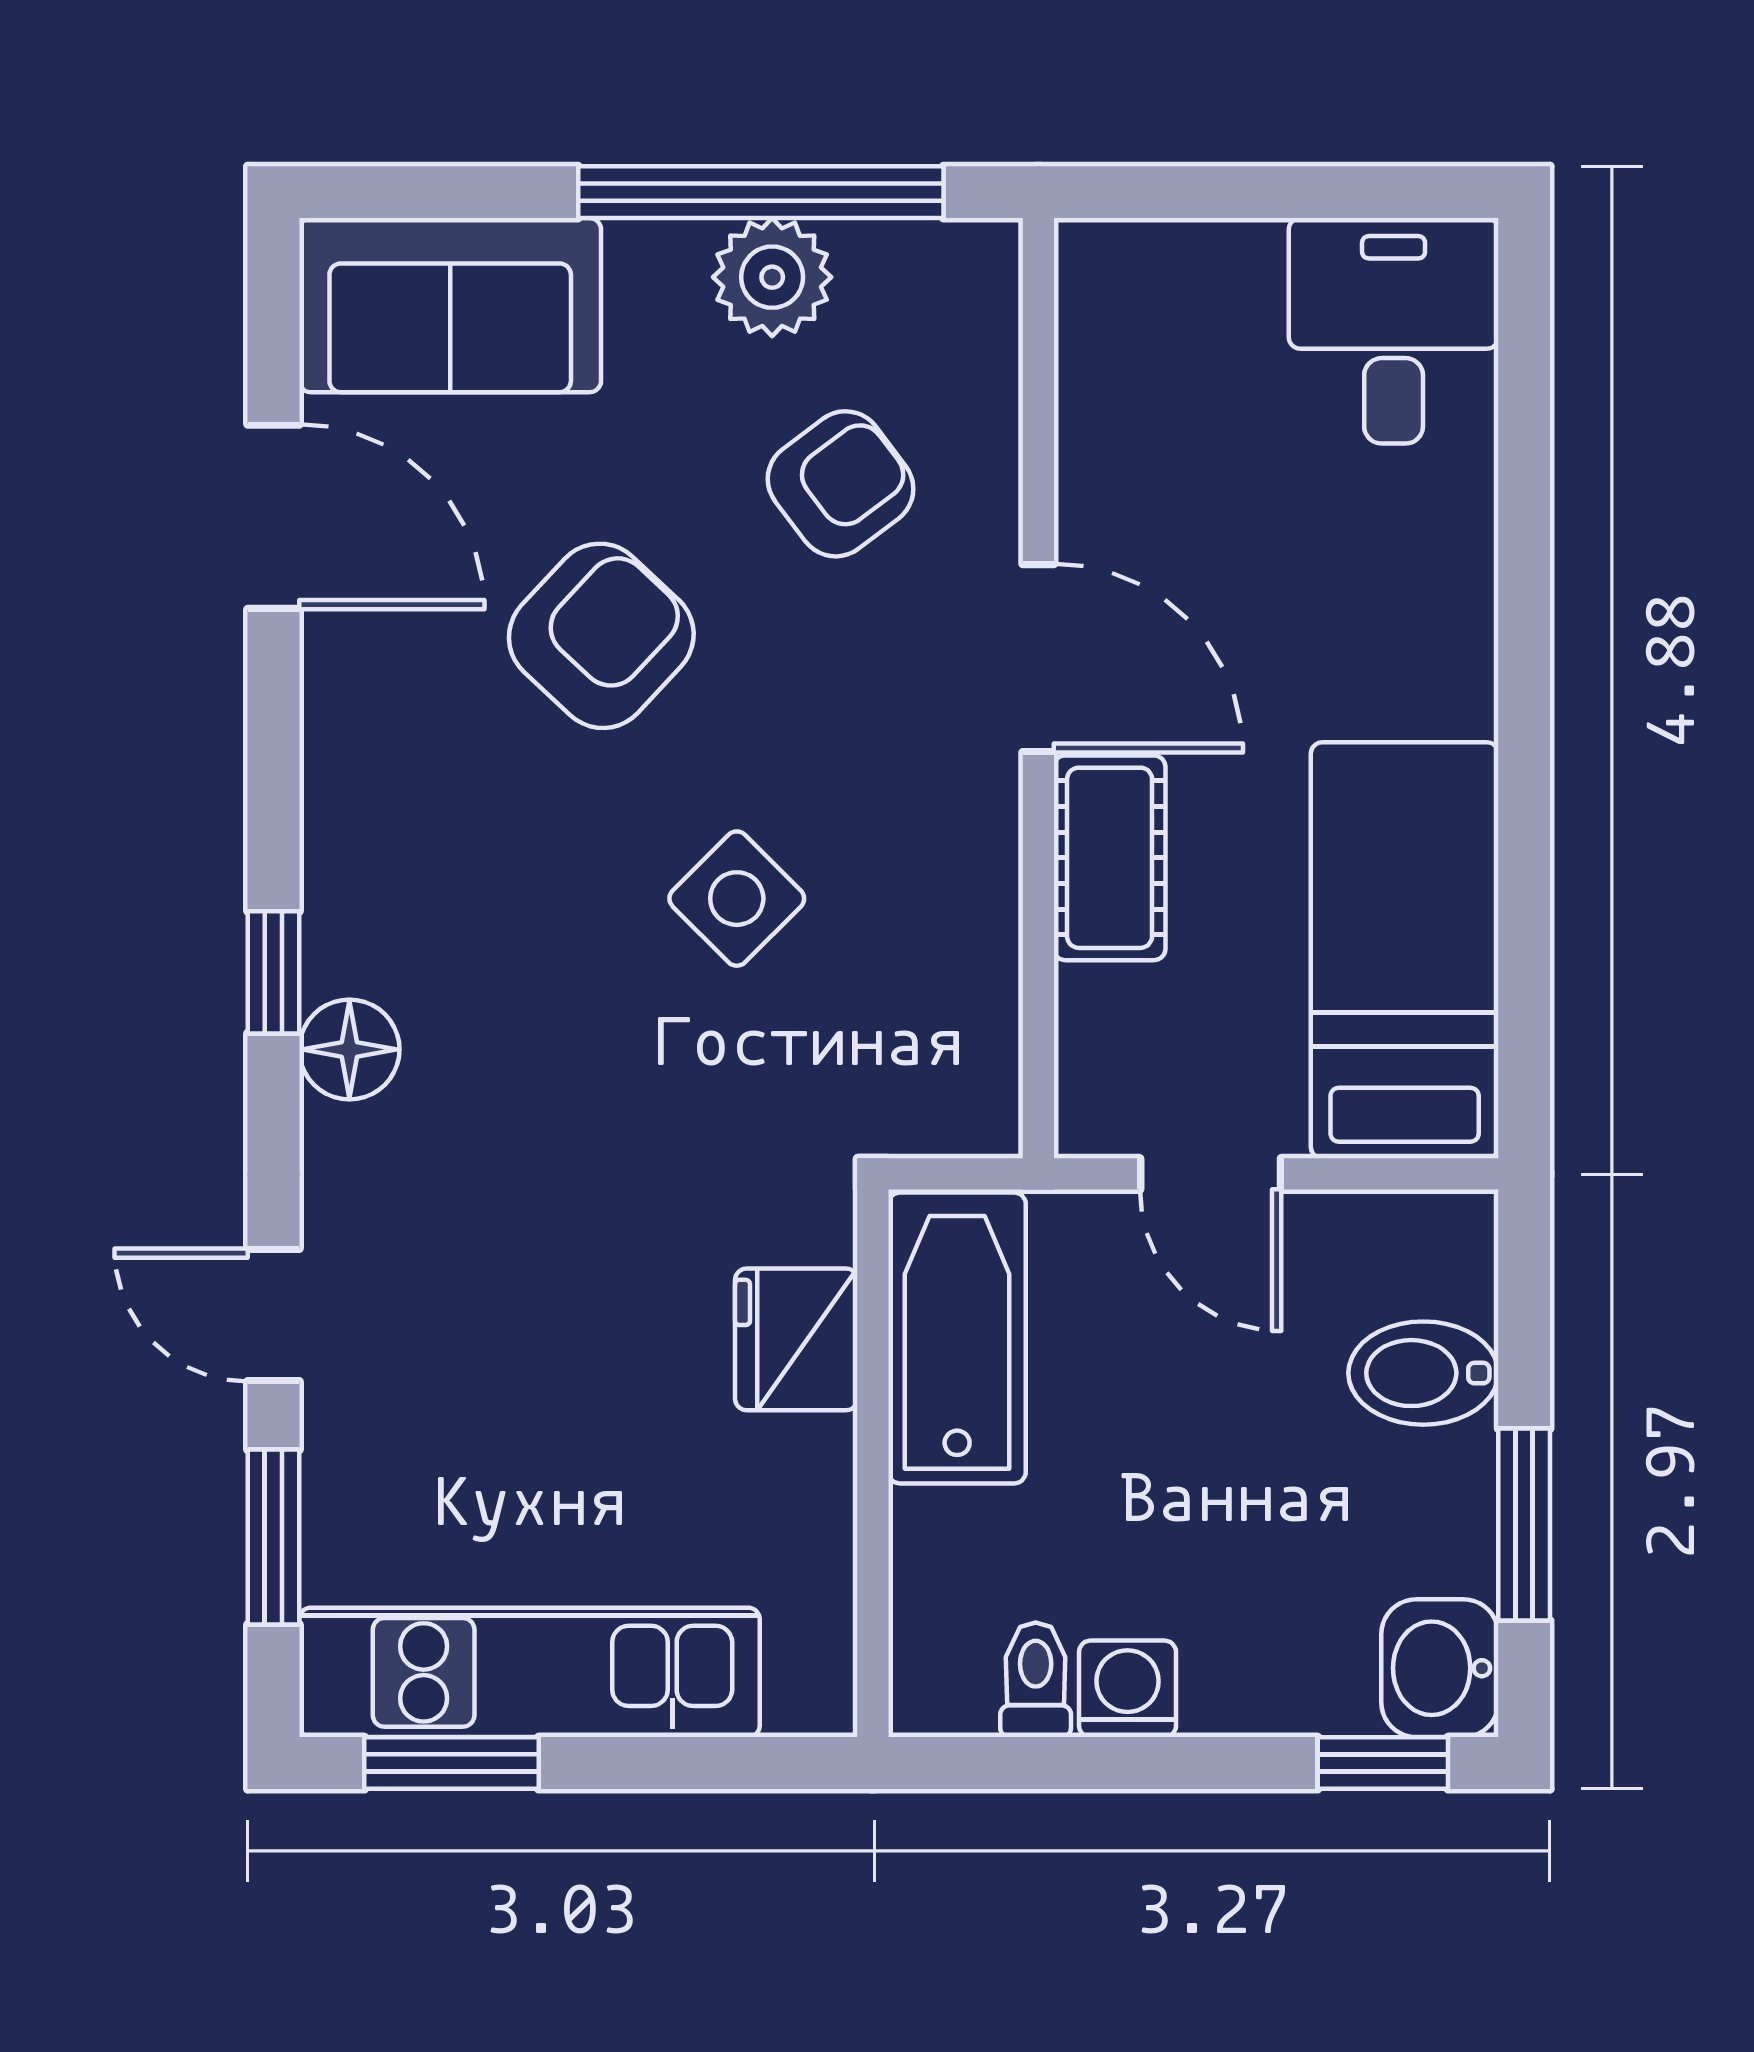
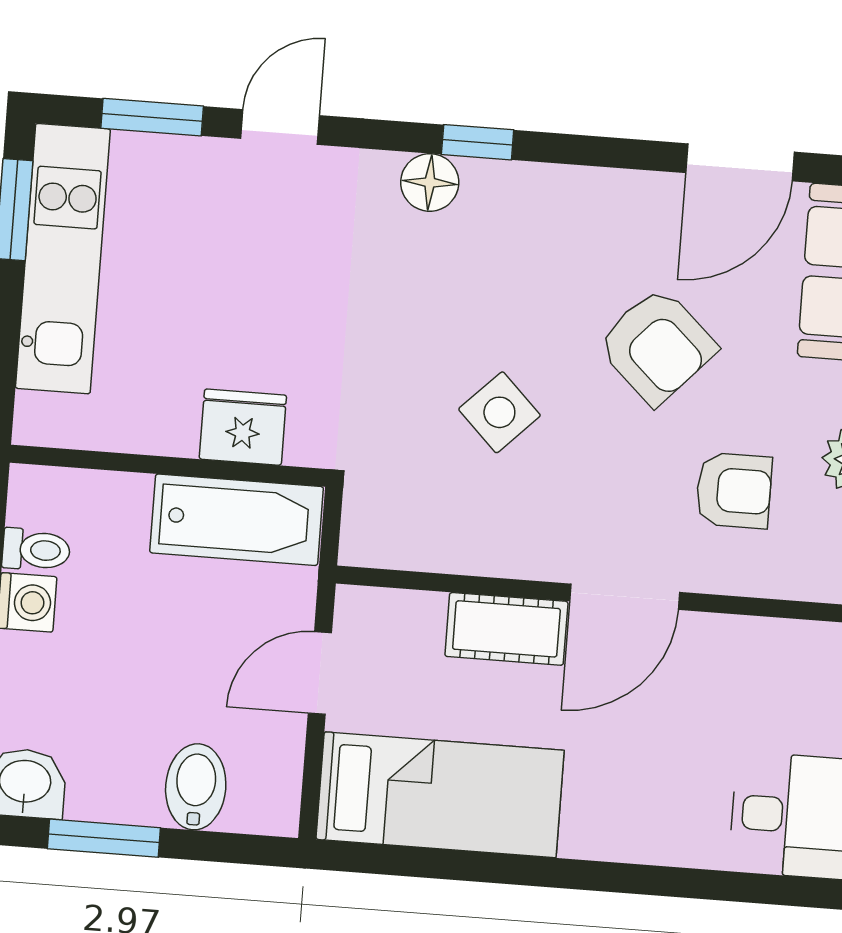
armchair: (841, 484) -> (734, 490), turned -53

